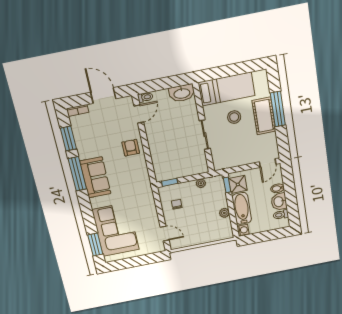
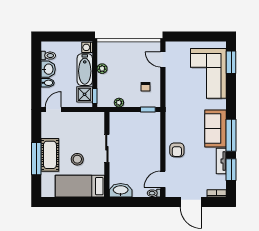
tv unit: (81, 146) -> (221, 161), added

